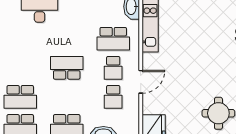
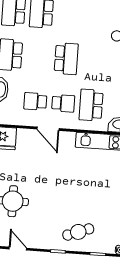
school desk: (113, 68) -> (63, 103), turned 180

